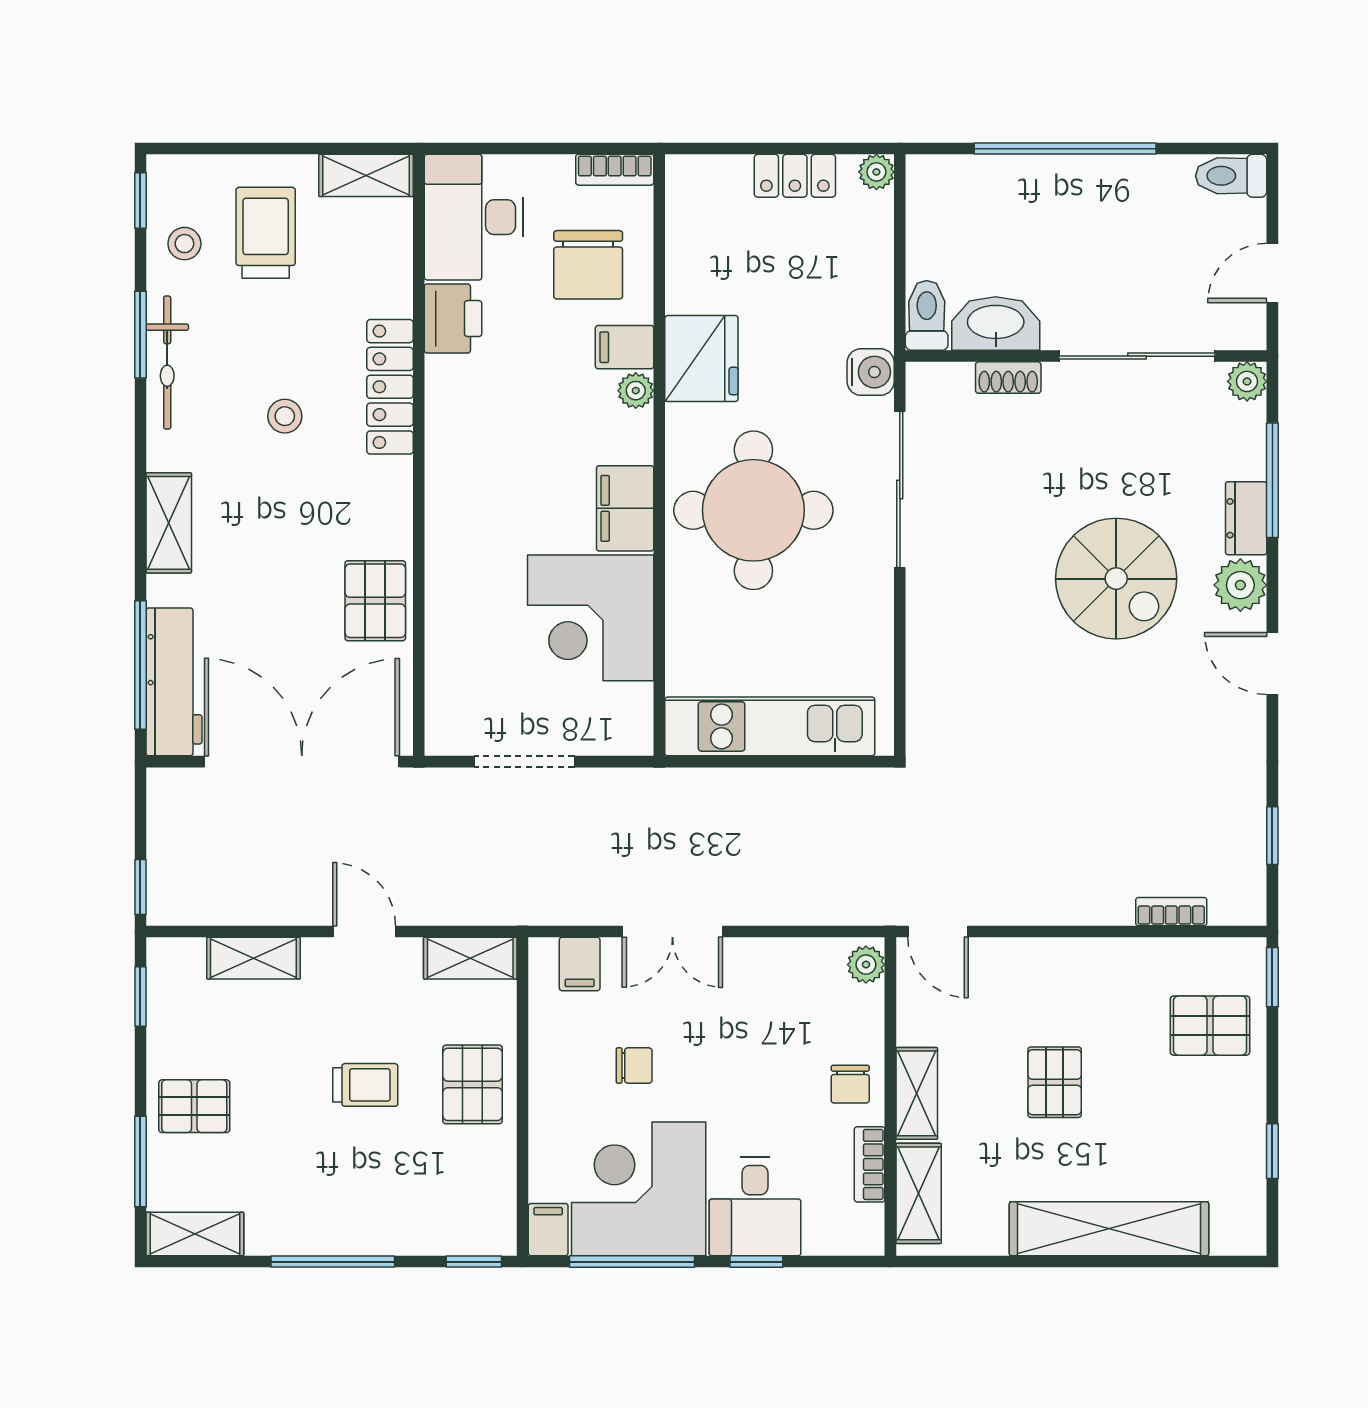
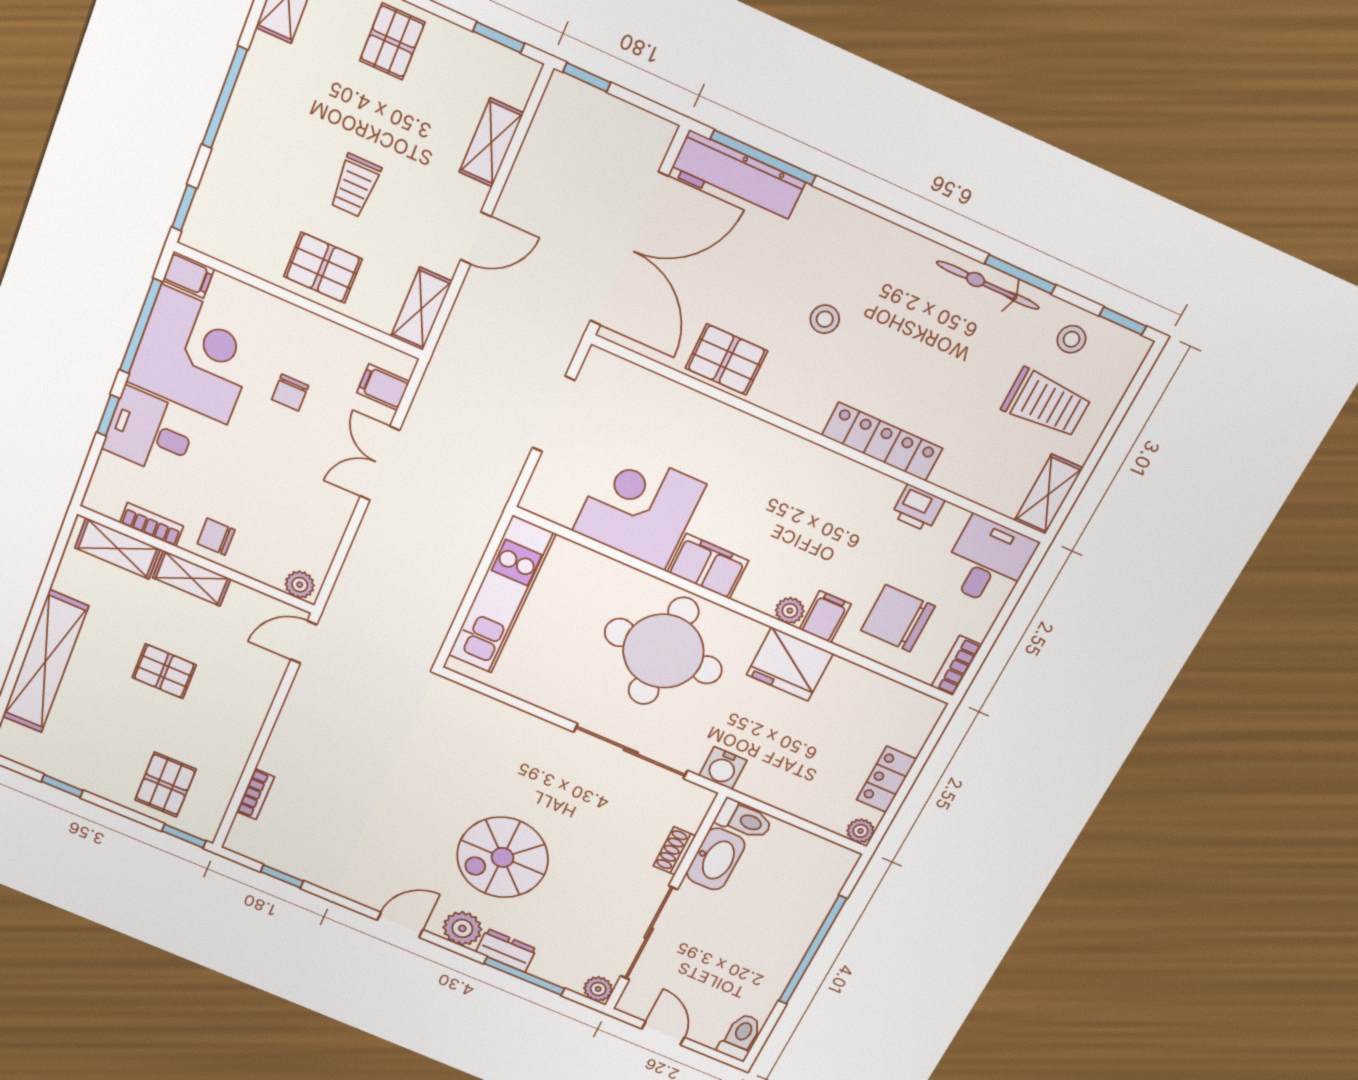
desk: (474, 217) -> (988, 561), width x0.73
printer: (453, 319) -> (918, 508), width x0.73, depth x0.81
stool: (285, 416) -> (825, 319), moved
shelving: (169, 523) -> (863, 230), removed

